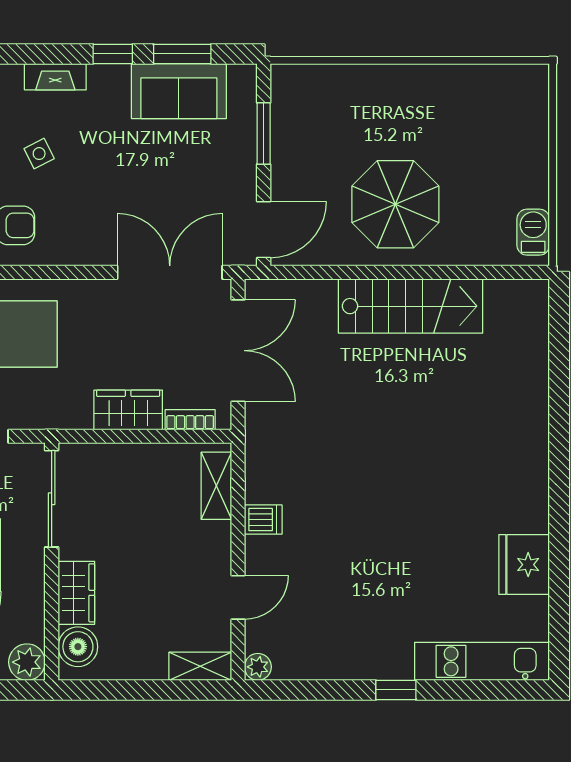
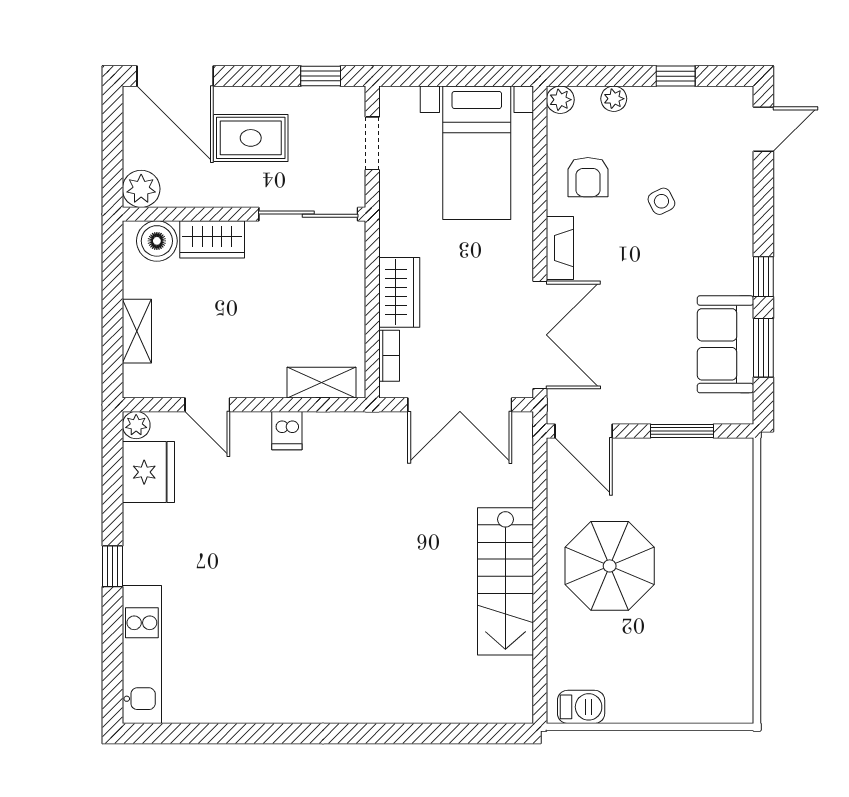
fireplace: (55, 77) -> (560, 248), moved, turned 180
fridge: (524, 565) -> (148, 472), moved, turned 90
shelving: (200, 666) -> (137, 331), moved

